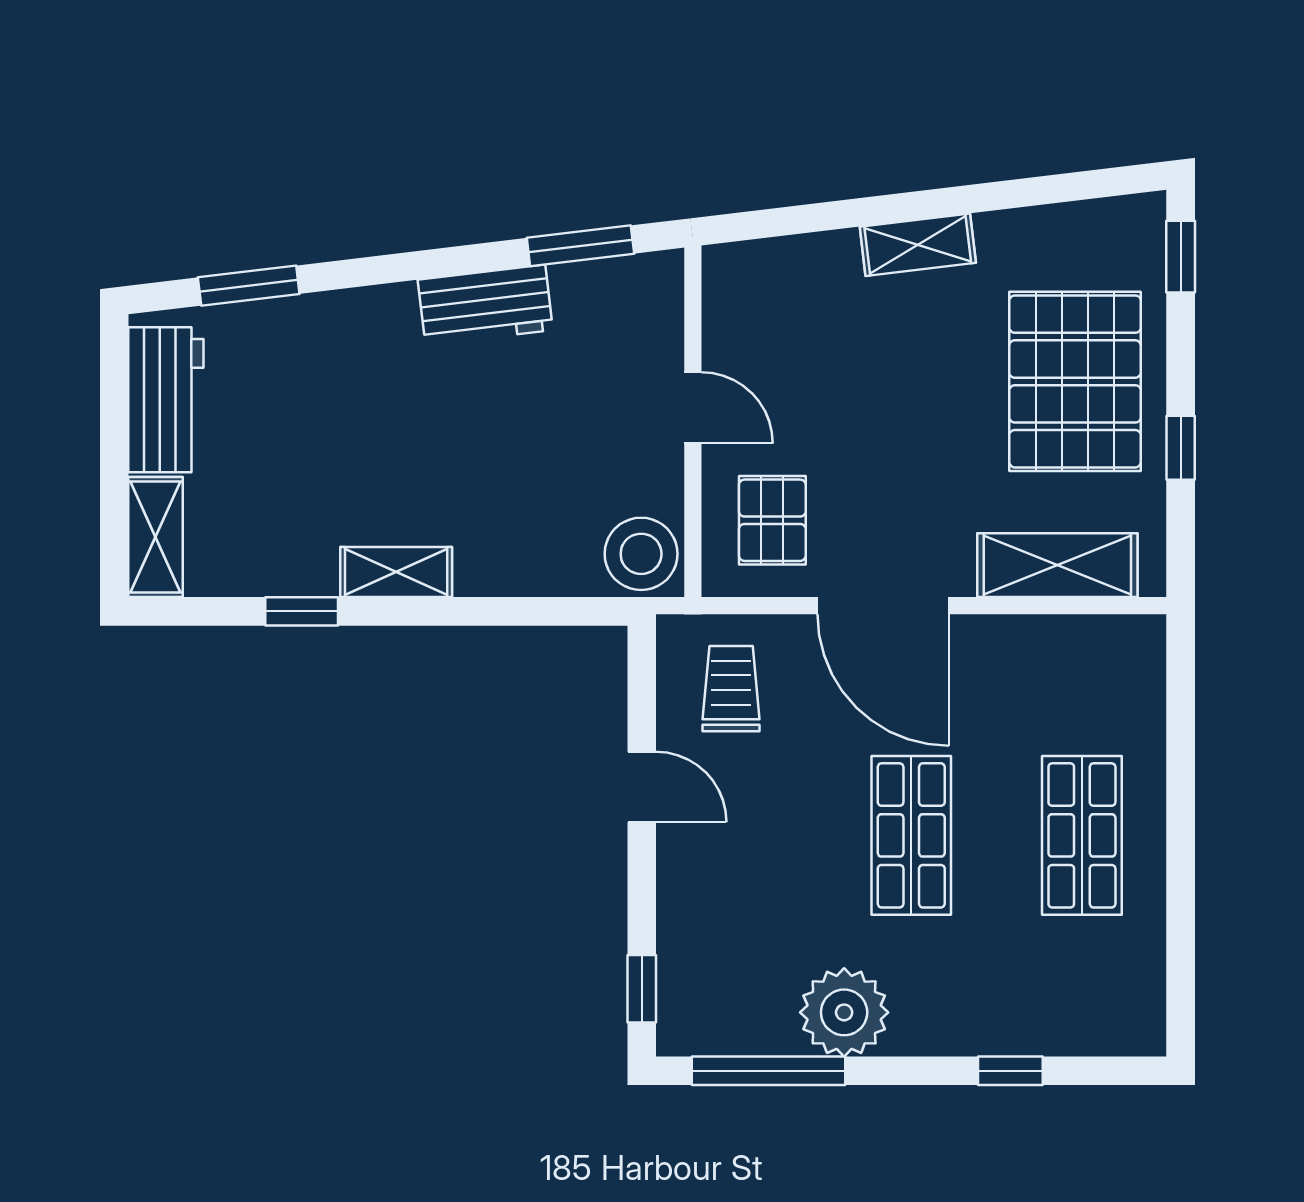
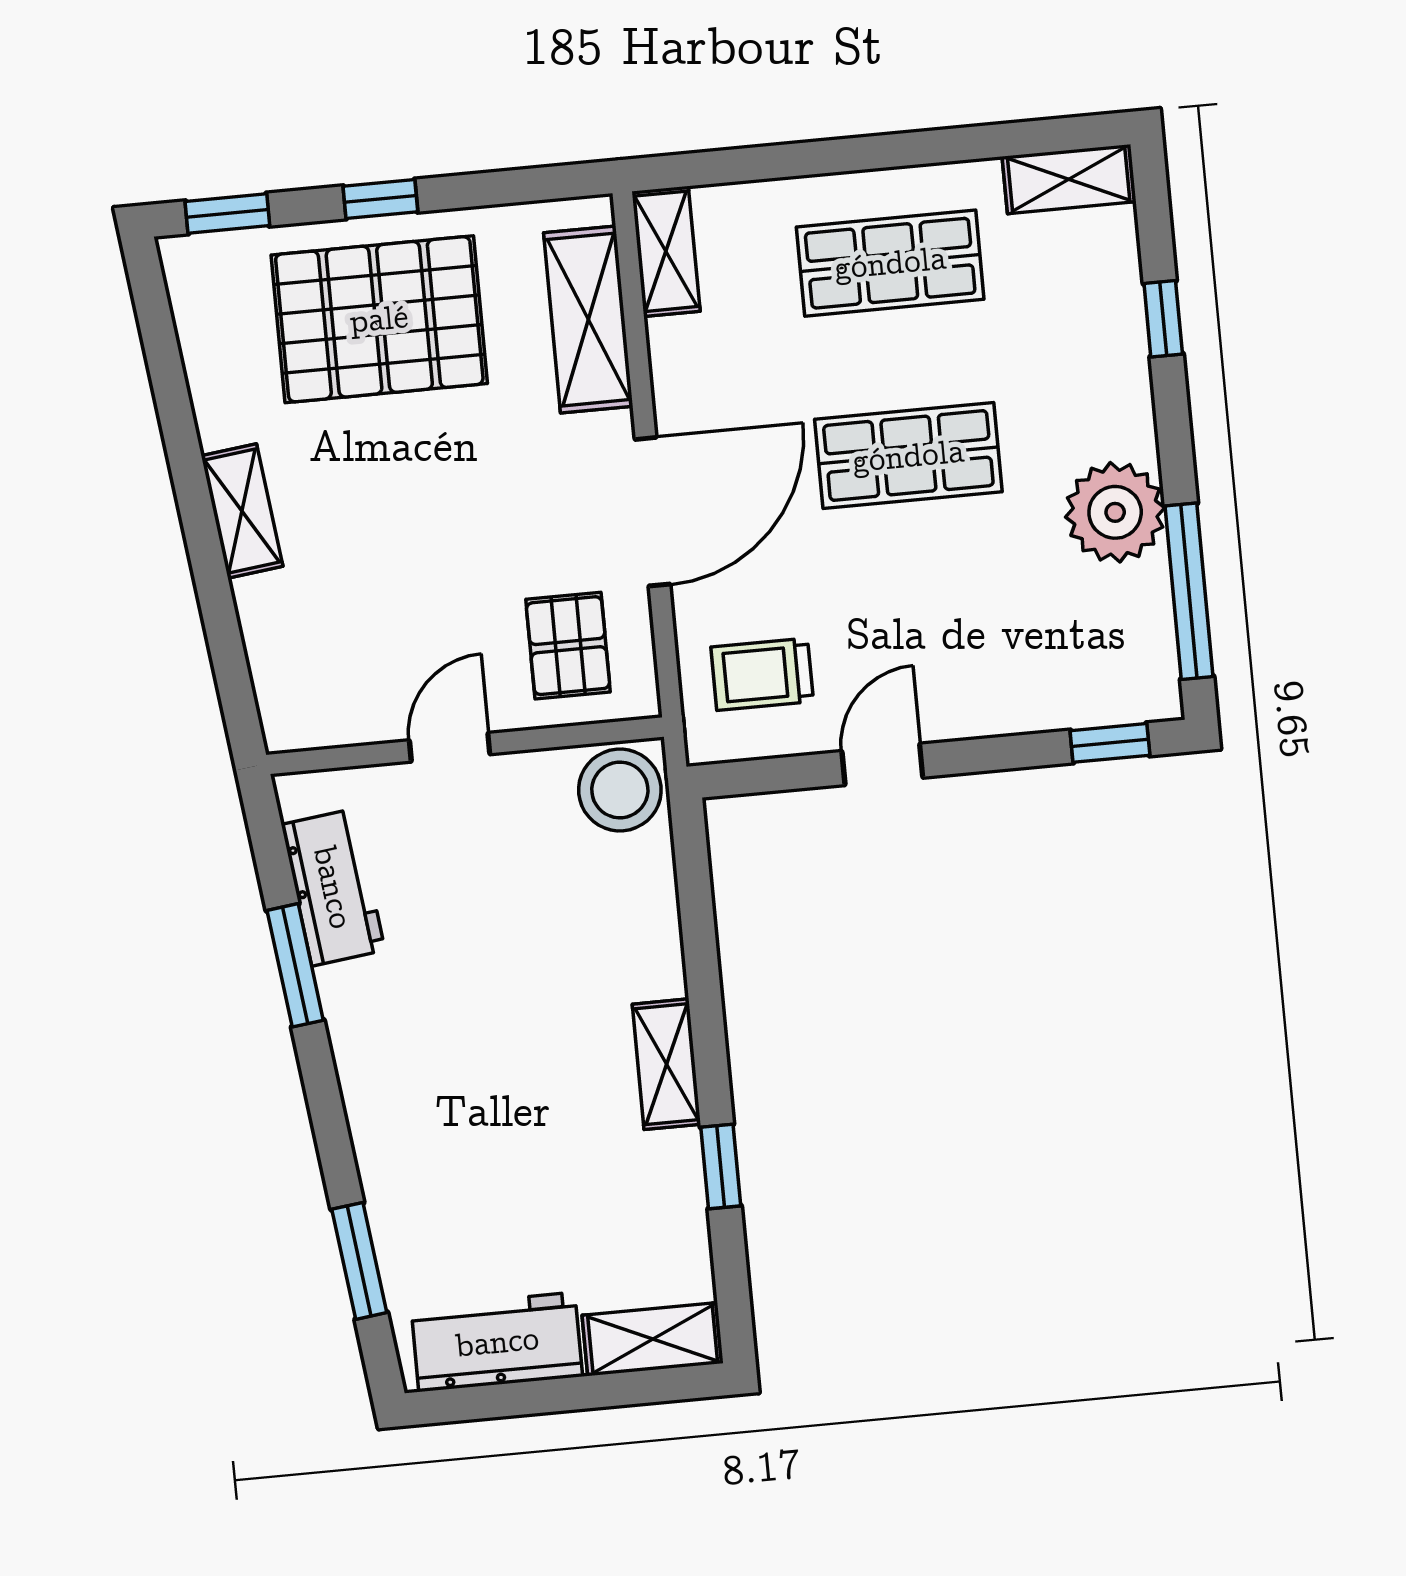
window: (580, 246) -> (295, 965), moved
workbench: (485, 305) -> (333, 887), moved
window: (1181, 448) -> (380, 199), moved
pallet: (772, 520) -> (568, 646), turned 90
shelving: (1111, 639) -> (666, 251), added
shelving: (1141, 999) -> (1069, 179), added

